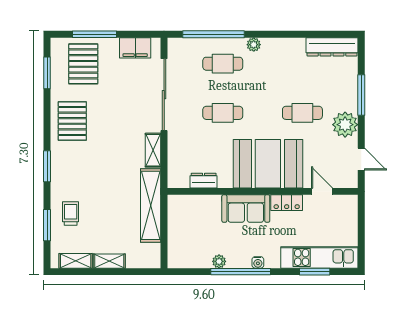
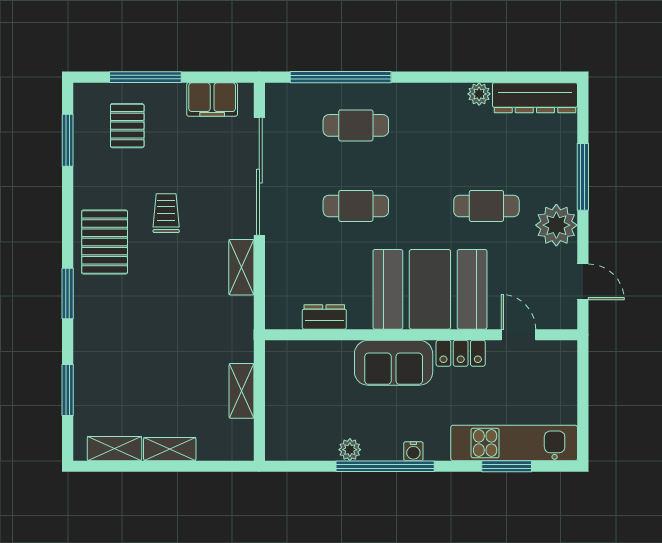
plant: (254, 45) -> (479, 94), moved
pallet: (83, 64) -> (127, 126), width x0.67, depth x0.71
pallet: (72, 121) -> (105, 242), moved
shelving: (151, 205) -> (242, 391), width x0.45, depth x0.75
trolley: (71, 213) -> (166, 213), moved

